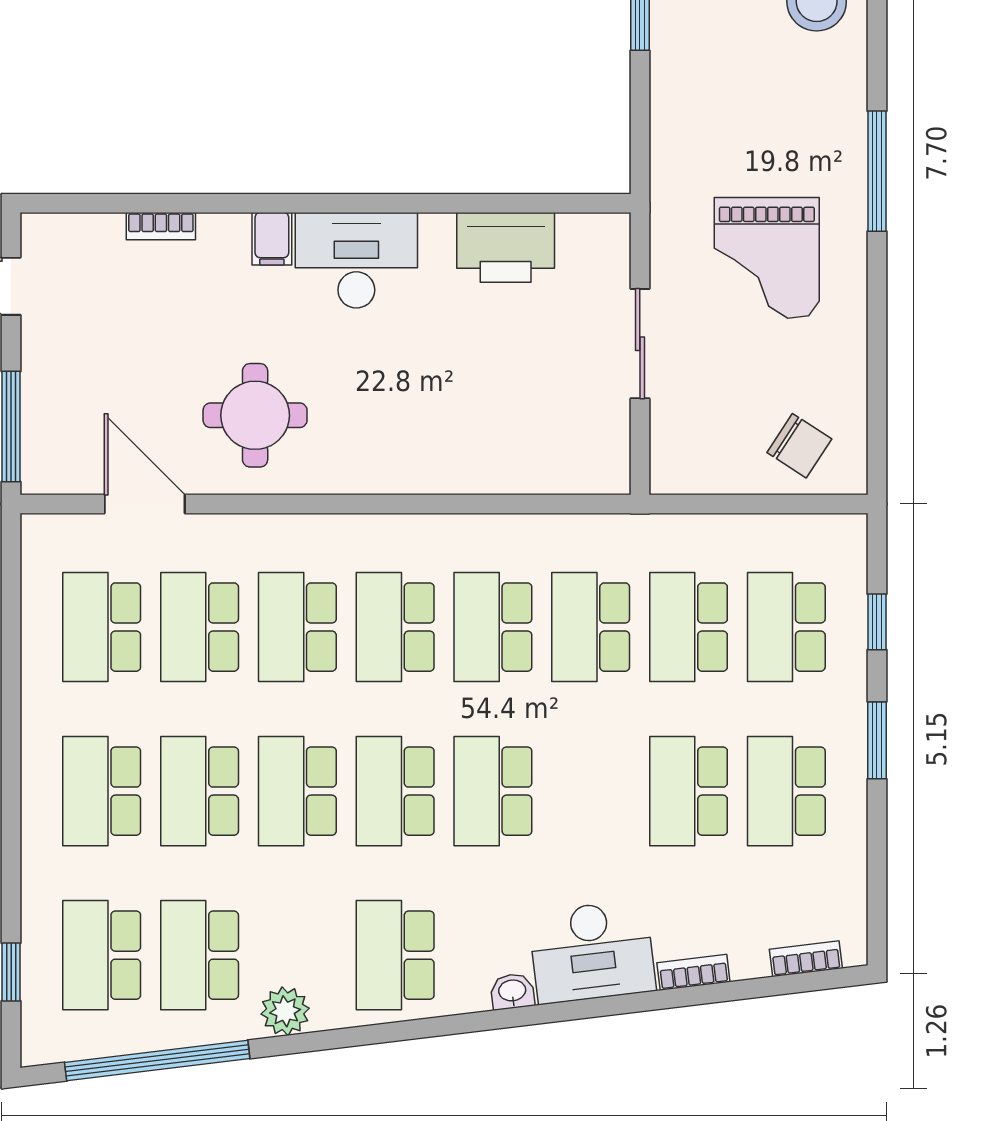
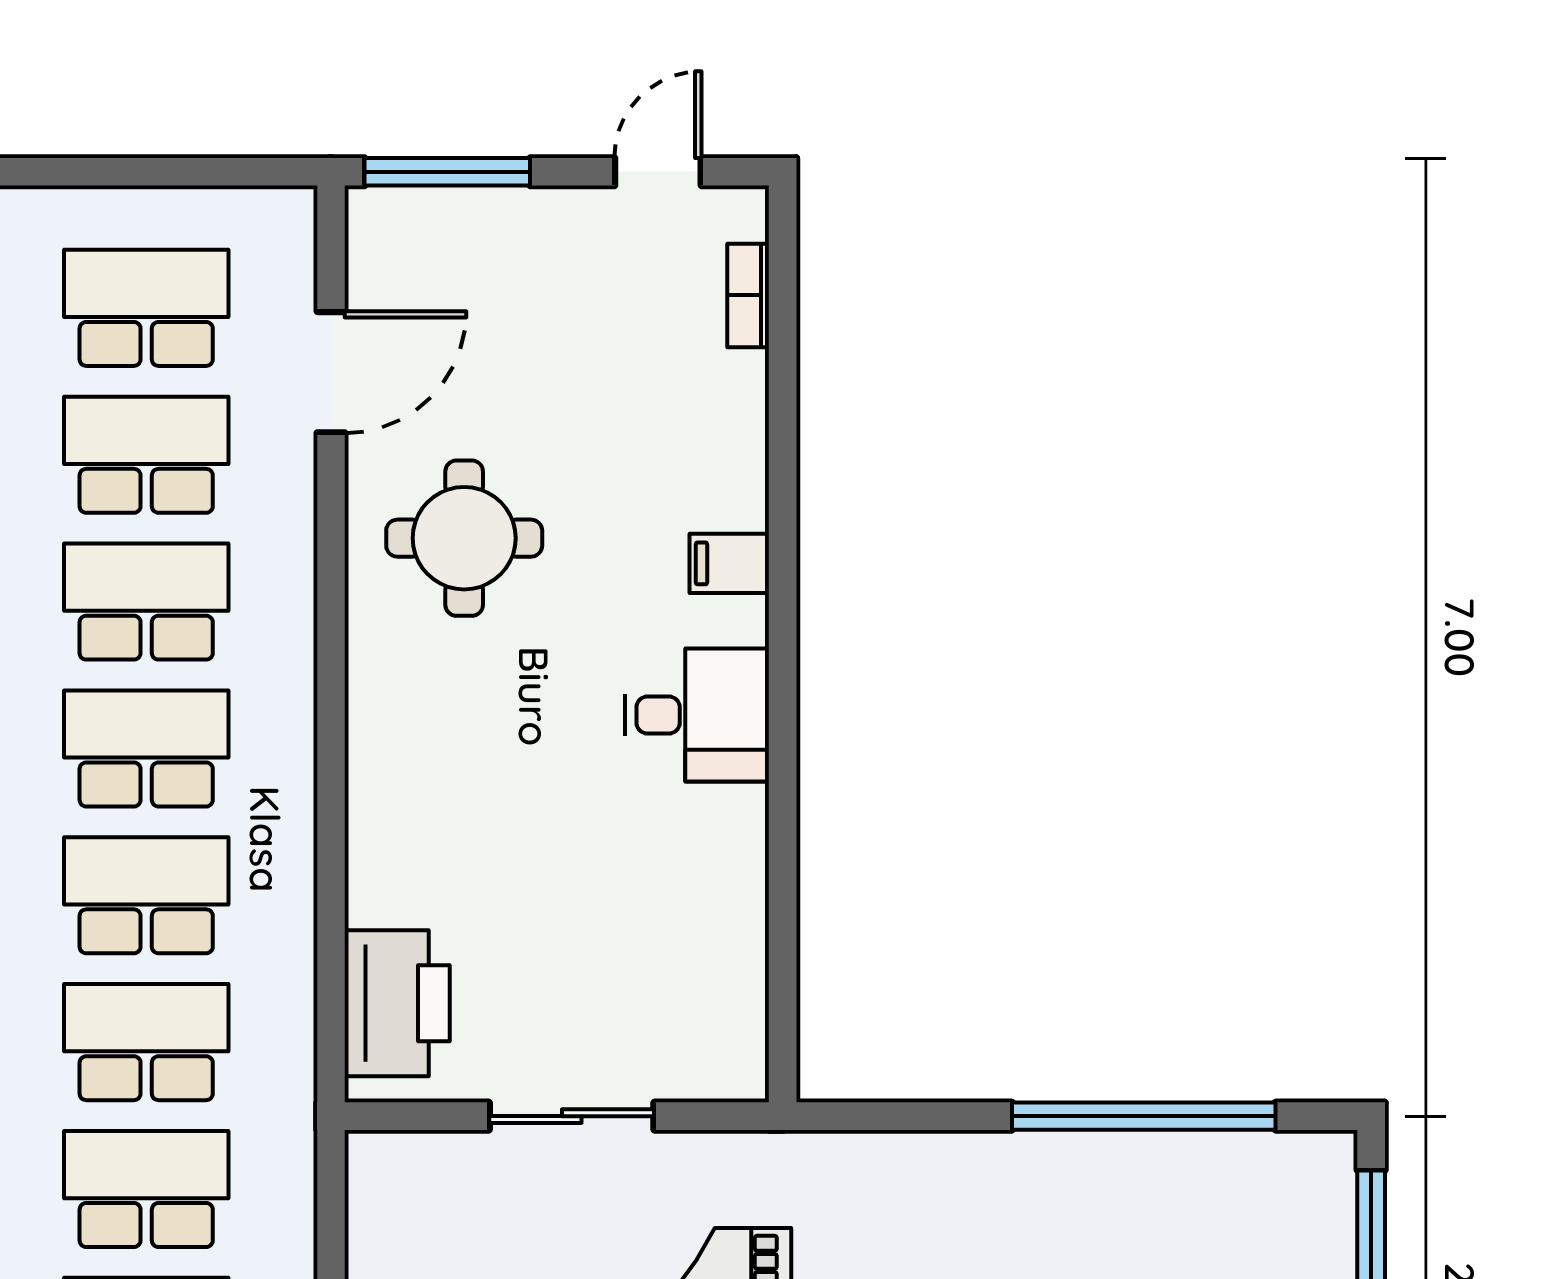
bookcase: (161, 226) -> (748, 295), moved
printer: (506, 247) -> (397, 1003), moved, turned 180
desk: (356, 260) -> (697, 715), width x0.73

